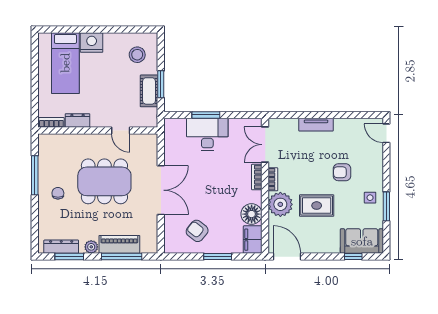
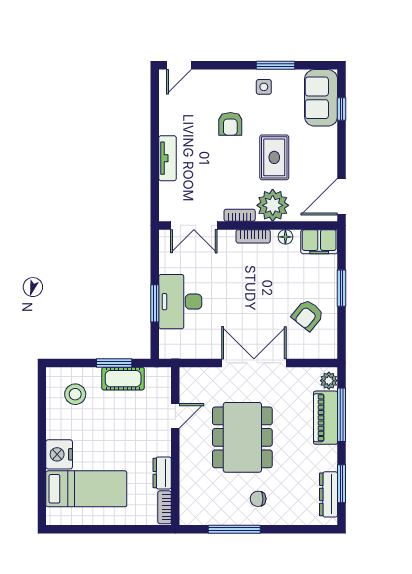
bookcase: (257, 177) -> (253, 236), moved
floor lamp: (252, 214) -> (285, 237), width x0.53, depth x0.53
plant: (91, 247) -> (329, 381), moved

